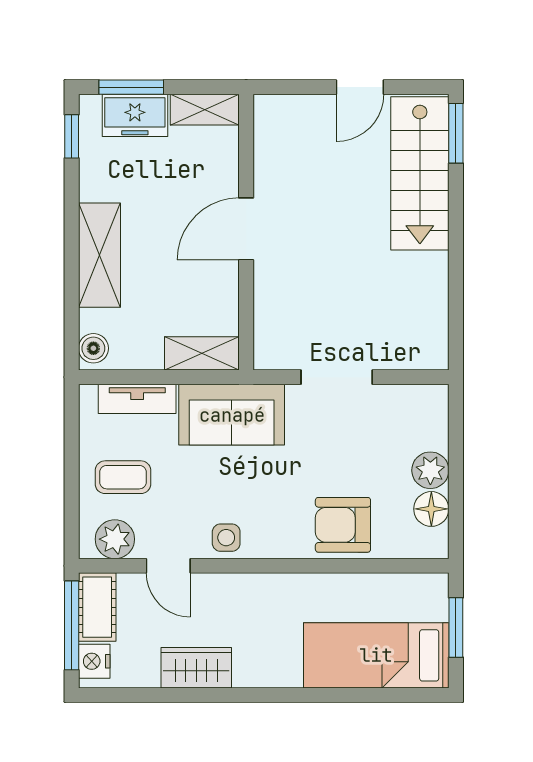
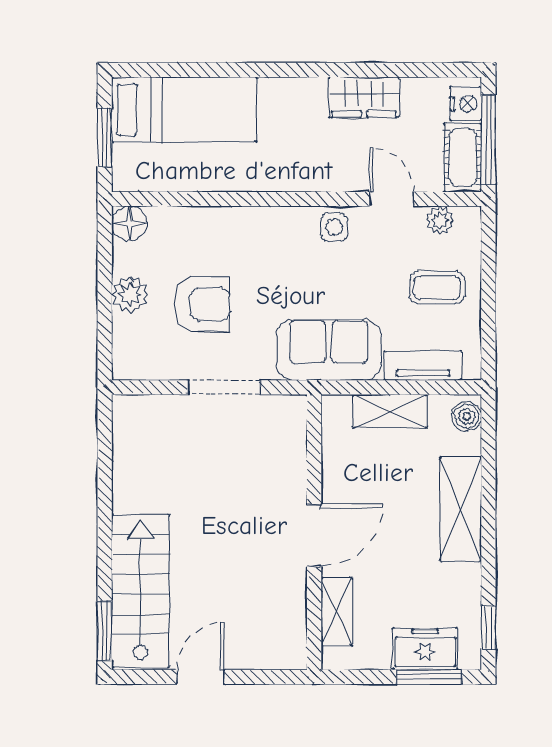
shelving: (205, 110) -> (336, 612), moved, turned 90
shelving: (202, 353) -> (390, 411), moved
floor lamp: (431, 509) -> (129, 223), moved
armchair: (343, 525) -> (202, 304), moved
plant: (115, 539) -> (440, 220), width x0.73, depth x0.73

